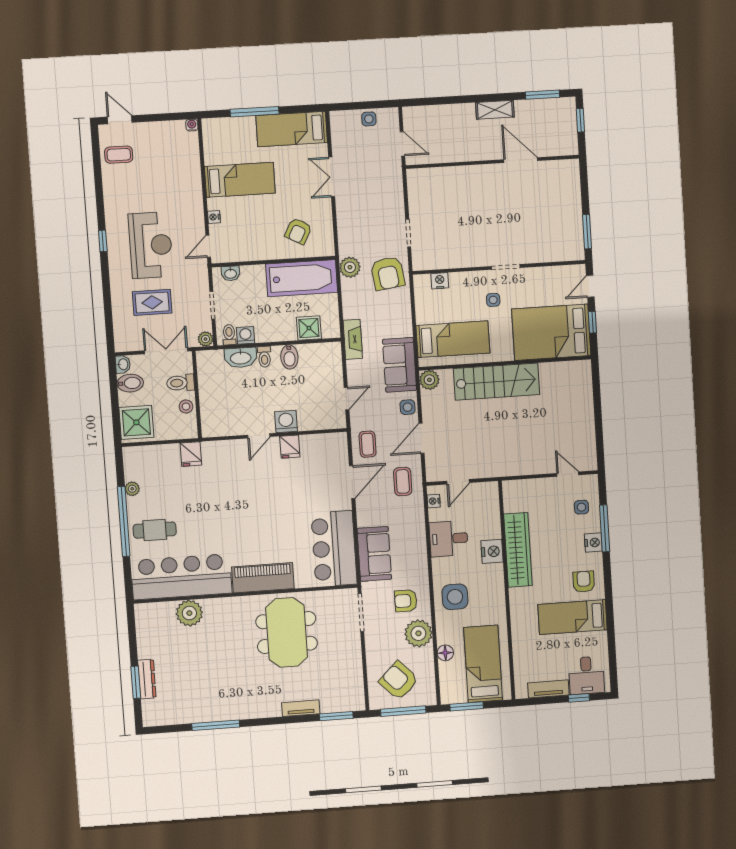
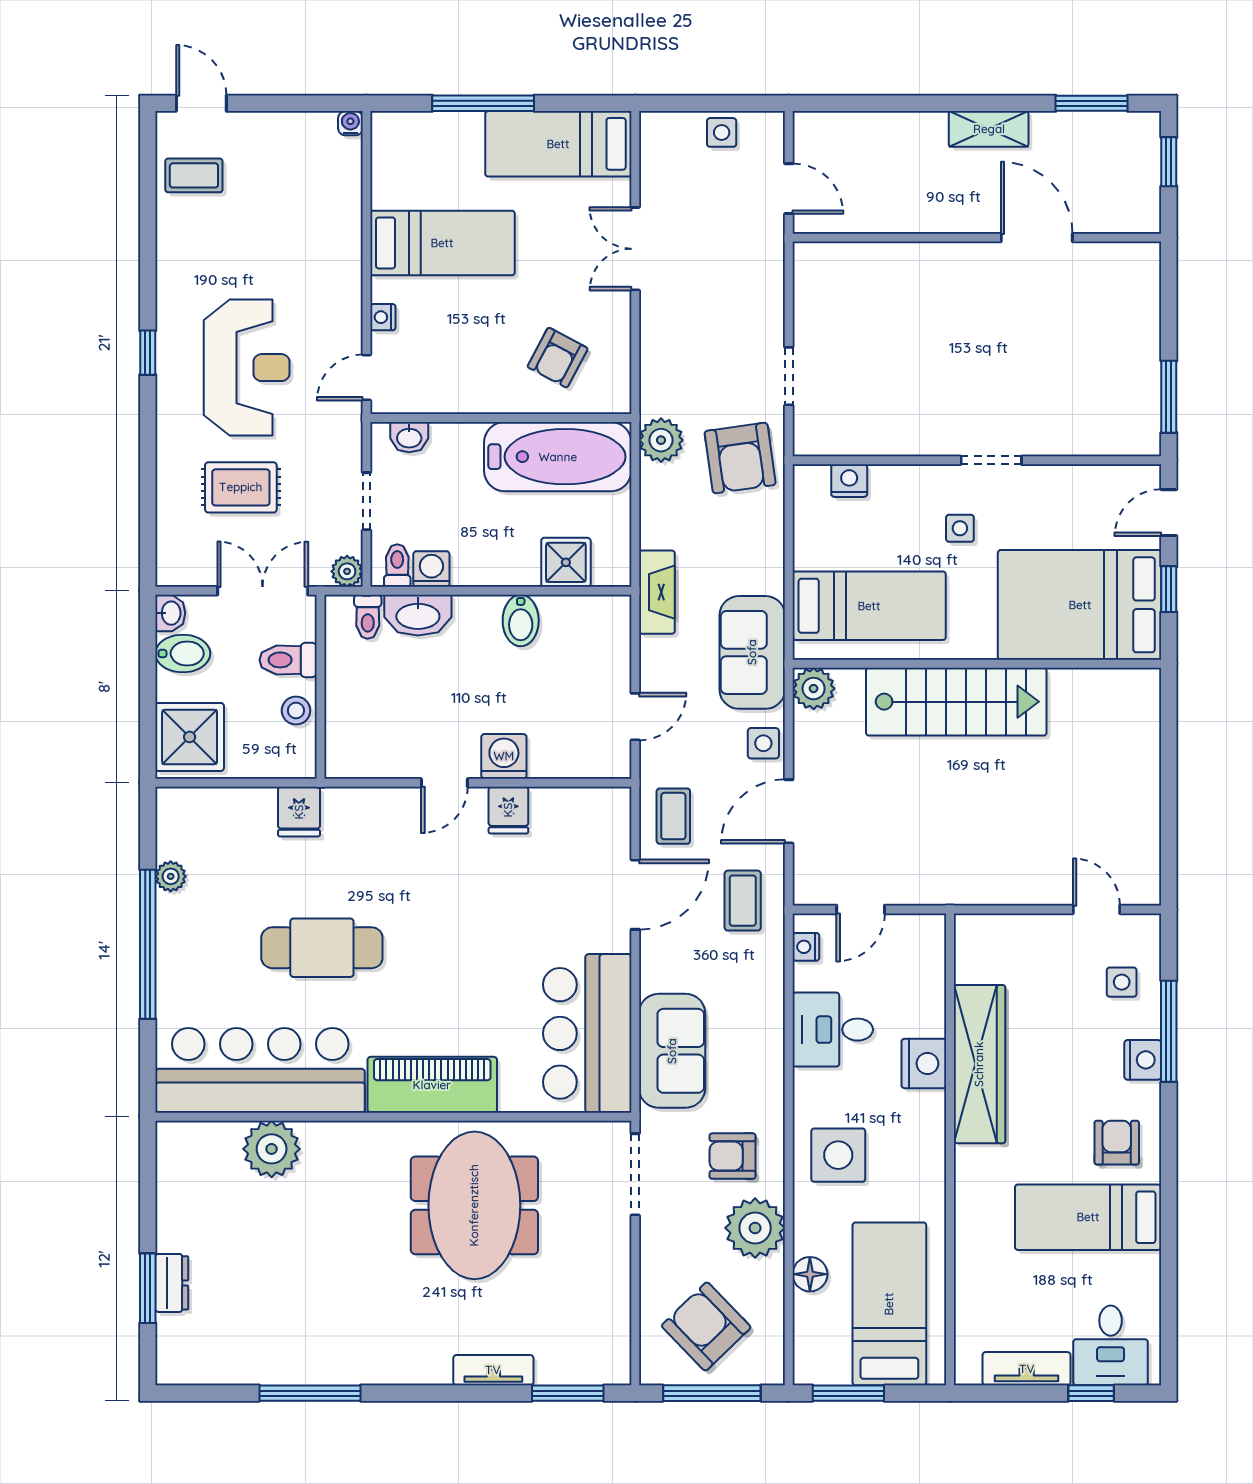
toilet: (264, 357) -> (368, 617), moved
cafe table: (155, 530) -> (322, 948), moved, width x1.37, depth x1.35
dresser: (147, 679) -> (172, 1283), width x0.70

